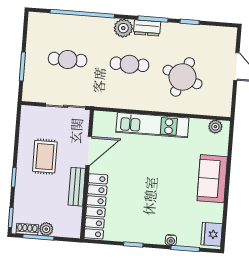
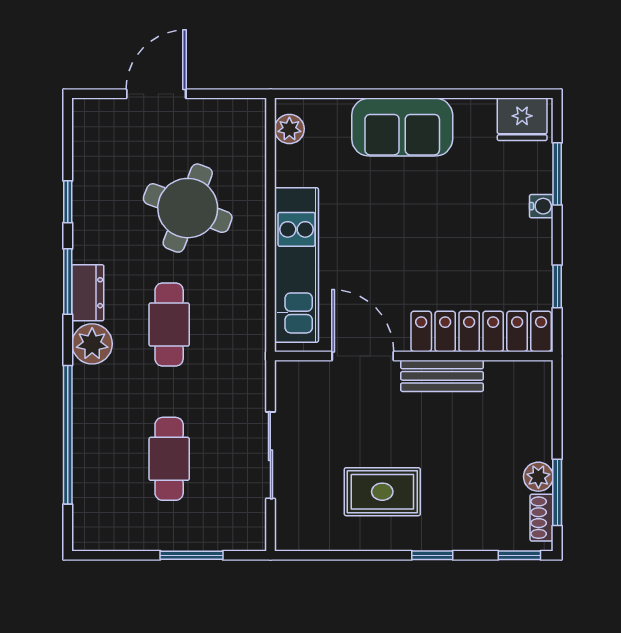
door: (89, 151) -> (363, 356), moved
wall: (87, 174) -> (414, 356), moved
bench: (77, 187) -> (442, 376), moved
locker: (96, 206) -> (481, 331), moved

